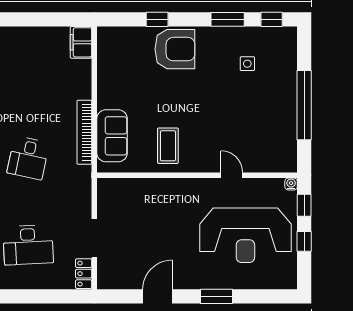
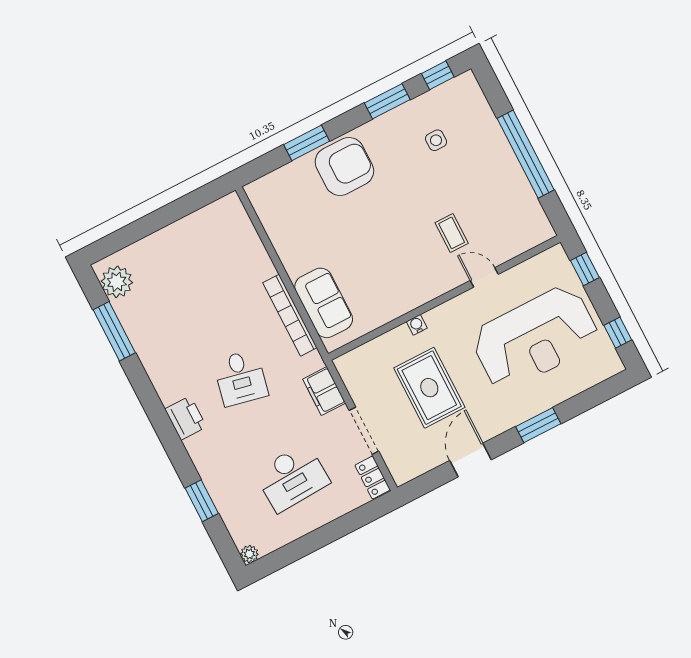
window: (157, 19) -> (307, 143), width x1.50
filing cabinet: (81, 42) -> (324, 391), moved
coffee table: (168, 146) -> (452, 233), moved, width x0.73, depth x0.77
water cooler: (291, 184) -> (417, 325), moved
rug: (155, 232) -> (429, 388), added
window: (304, 241) -> (618, 333), moved

